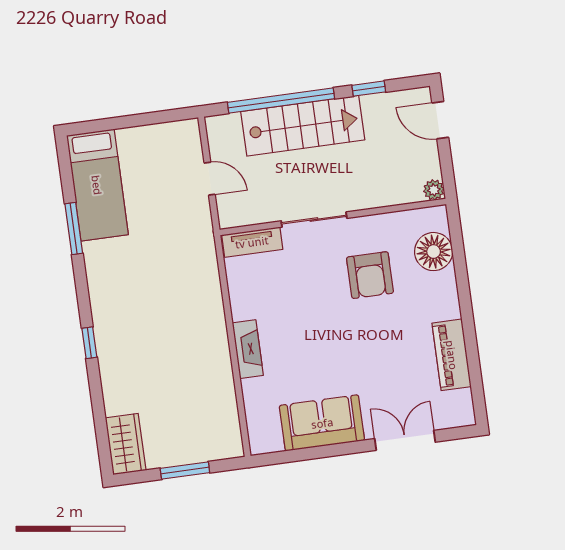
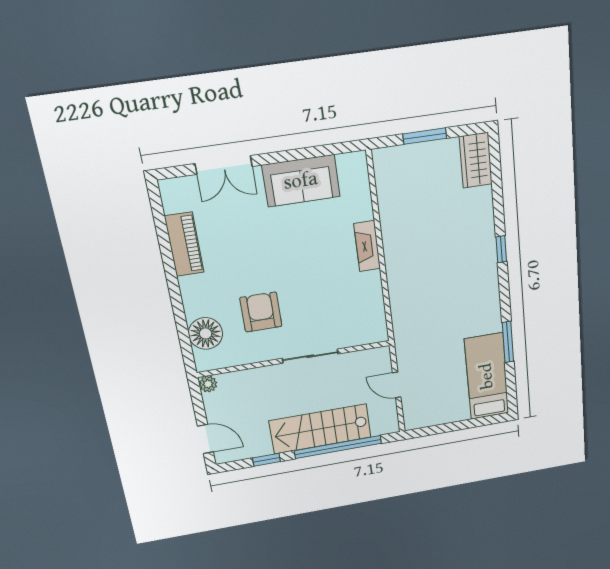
tv unit: (252, 242) -> (362, 336), removed

